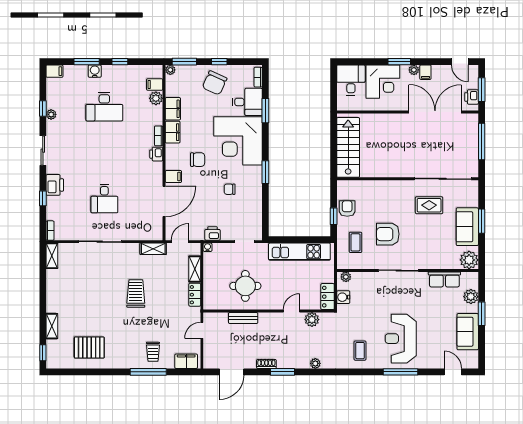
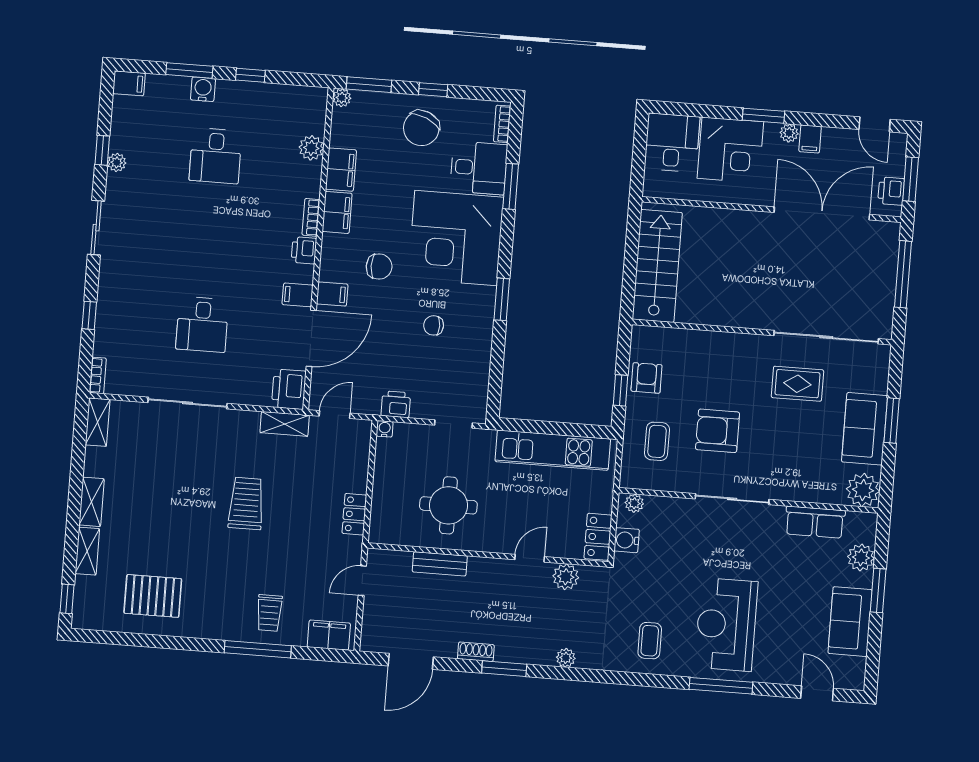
filing cabinet: (155, 84) -> (298, 295), moved
desk: (104, 107) -> (215, 156), width x0.73
printer: (55, 185) -> (289, 389), moved, turned 180
shelving: (195, 269) -> (91, 502), moved

